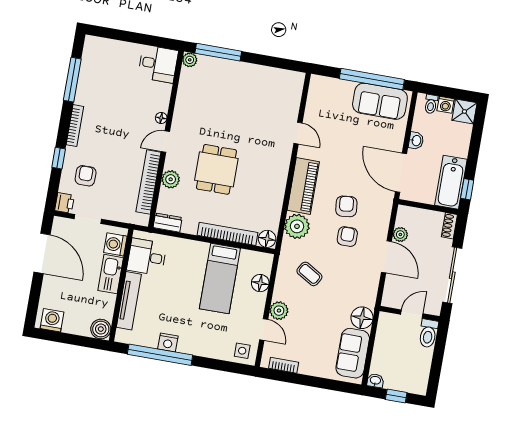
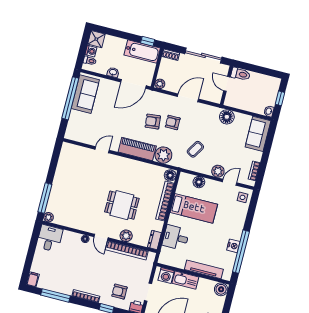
filing cabinet: (94, 43) -> (33, 279), added
plant: (400, 234) -> (160, 84), moved
desk: (147, 257) -> (176, 238), moved, turned 90
sofa: (353, 353) -> (258, 134), moved, turned 90

